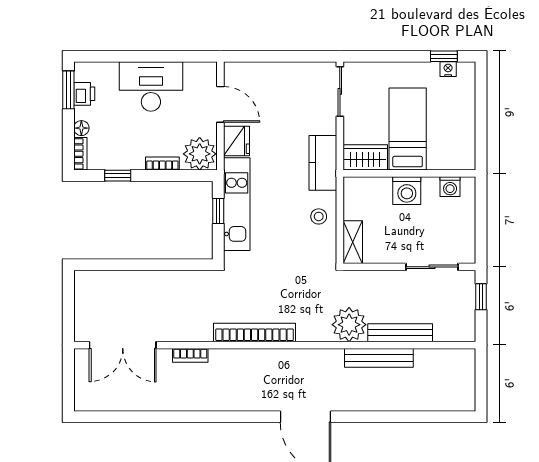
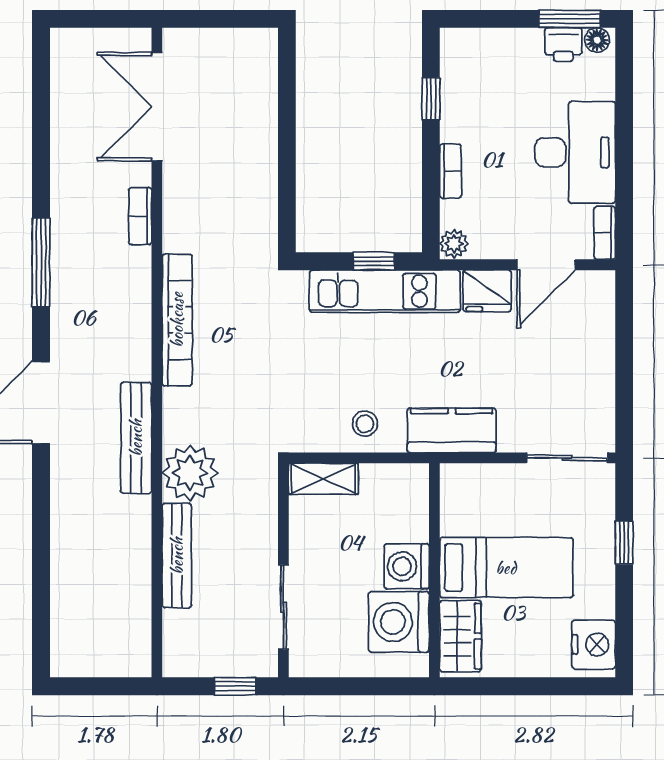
window: (444, 56) -> (624, 543), moved
nightstand: (448, 69) -> (594, 644), width x1.89, depth x1.79
floor lamp: (81, 128) -> (597, 40), moved
bookcase: (80, 154) -> (605, 233), moved, turned 90
plant: (200, 154) -> (454, 244), width x0.53, depth x0.53
wardrobe: (365, 157) -> (460, 636), moved
washing machine: (450, 187) -> (399, 622), width x1.89, depth x1.89
bench: (379, 358) -> (136, 438), moved
window: (219, 417) -> (41, 262), added

